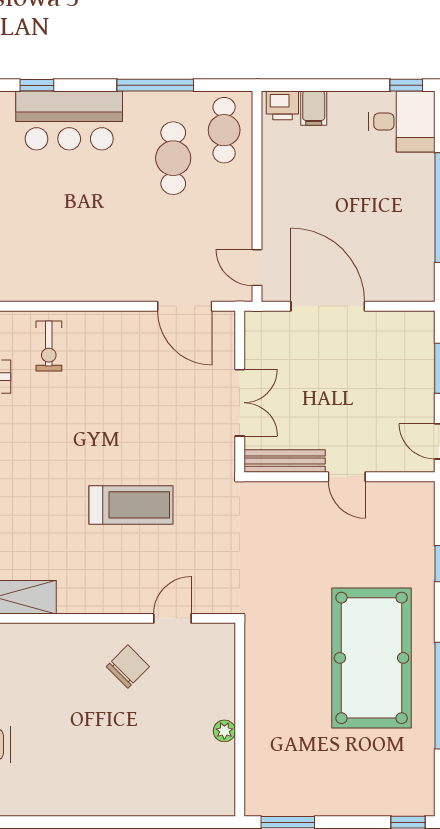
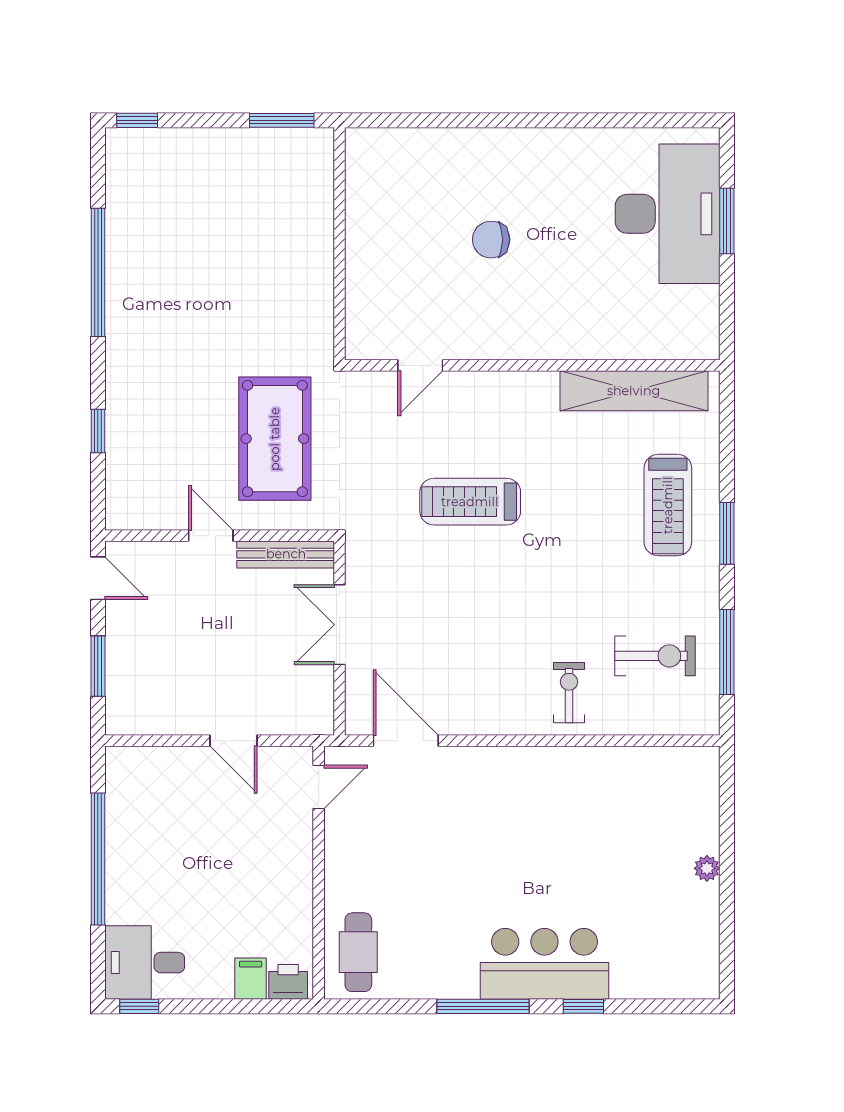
window: (155, 85) -> (483, 1006), moved
cafe table: (173, 158) -> (419, 919), removed
door: (257, 268) -> (319, 787), hinge flipped
door: (328, 306) -> (234, 741), width x0.53
pool table: (372, 658) -> (275, 439), moved, width x0.73, depth x0.76
chair: (128, 667) -> (491, 240), moved, turned 45
plant: (224, 731) -> (358, 230), removed

